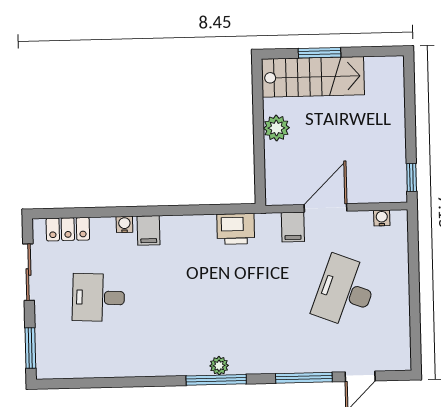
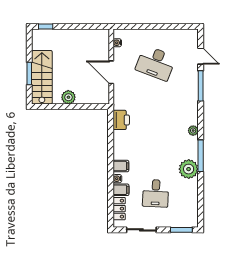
window: (412, 177) -> (46, 26), moved
filing cabinet: (293, 227) -> (121, 190), moved
plant: (146, 359) -> (189, 169), added
window: (216, 380) -> (201, 156), moved

